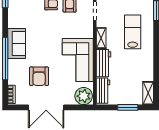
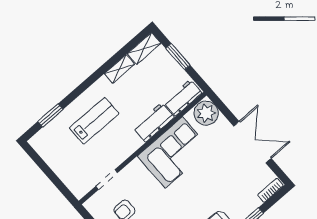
lab bench: (133, 32) -> (94, 121), turned 180
shelving: (101, 38) -> (119, 69), moved
armchair: (39, 76) -> (226, 178), removed

